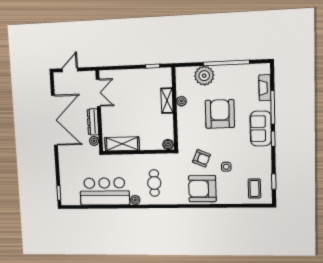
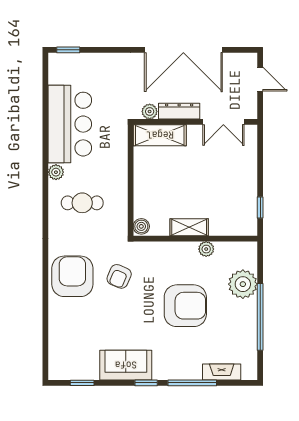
shelving: (167, 101) -> (189, 227), moved
sofa: (261, 129) -> (126, 365), moved
shelving: (122, 144) -> (160, 135), moved, turned 90
side table: (226, 167) -> (106, 313), removed
coffee table: (254, 188) -> (72, 354), removed

